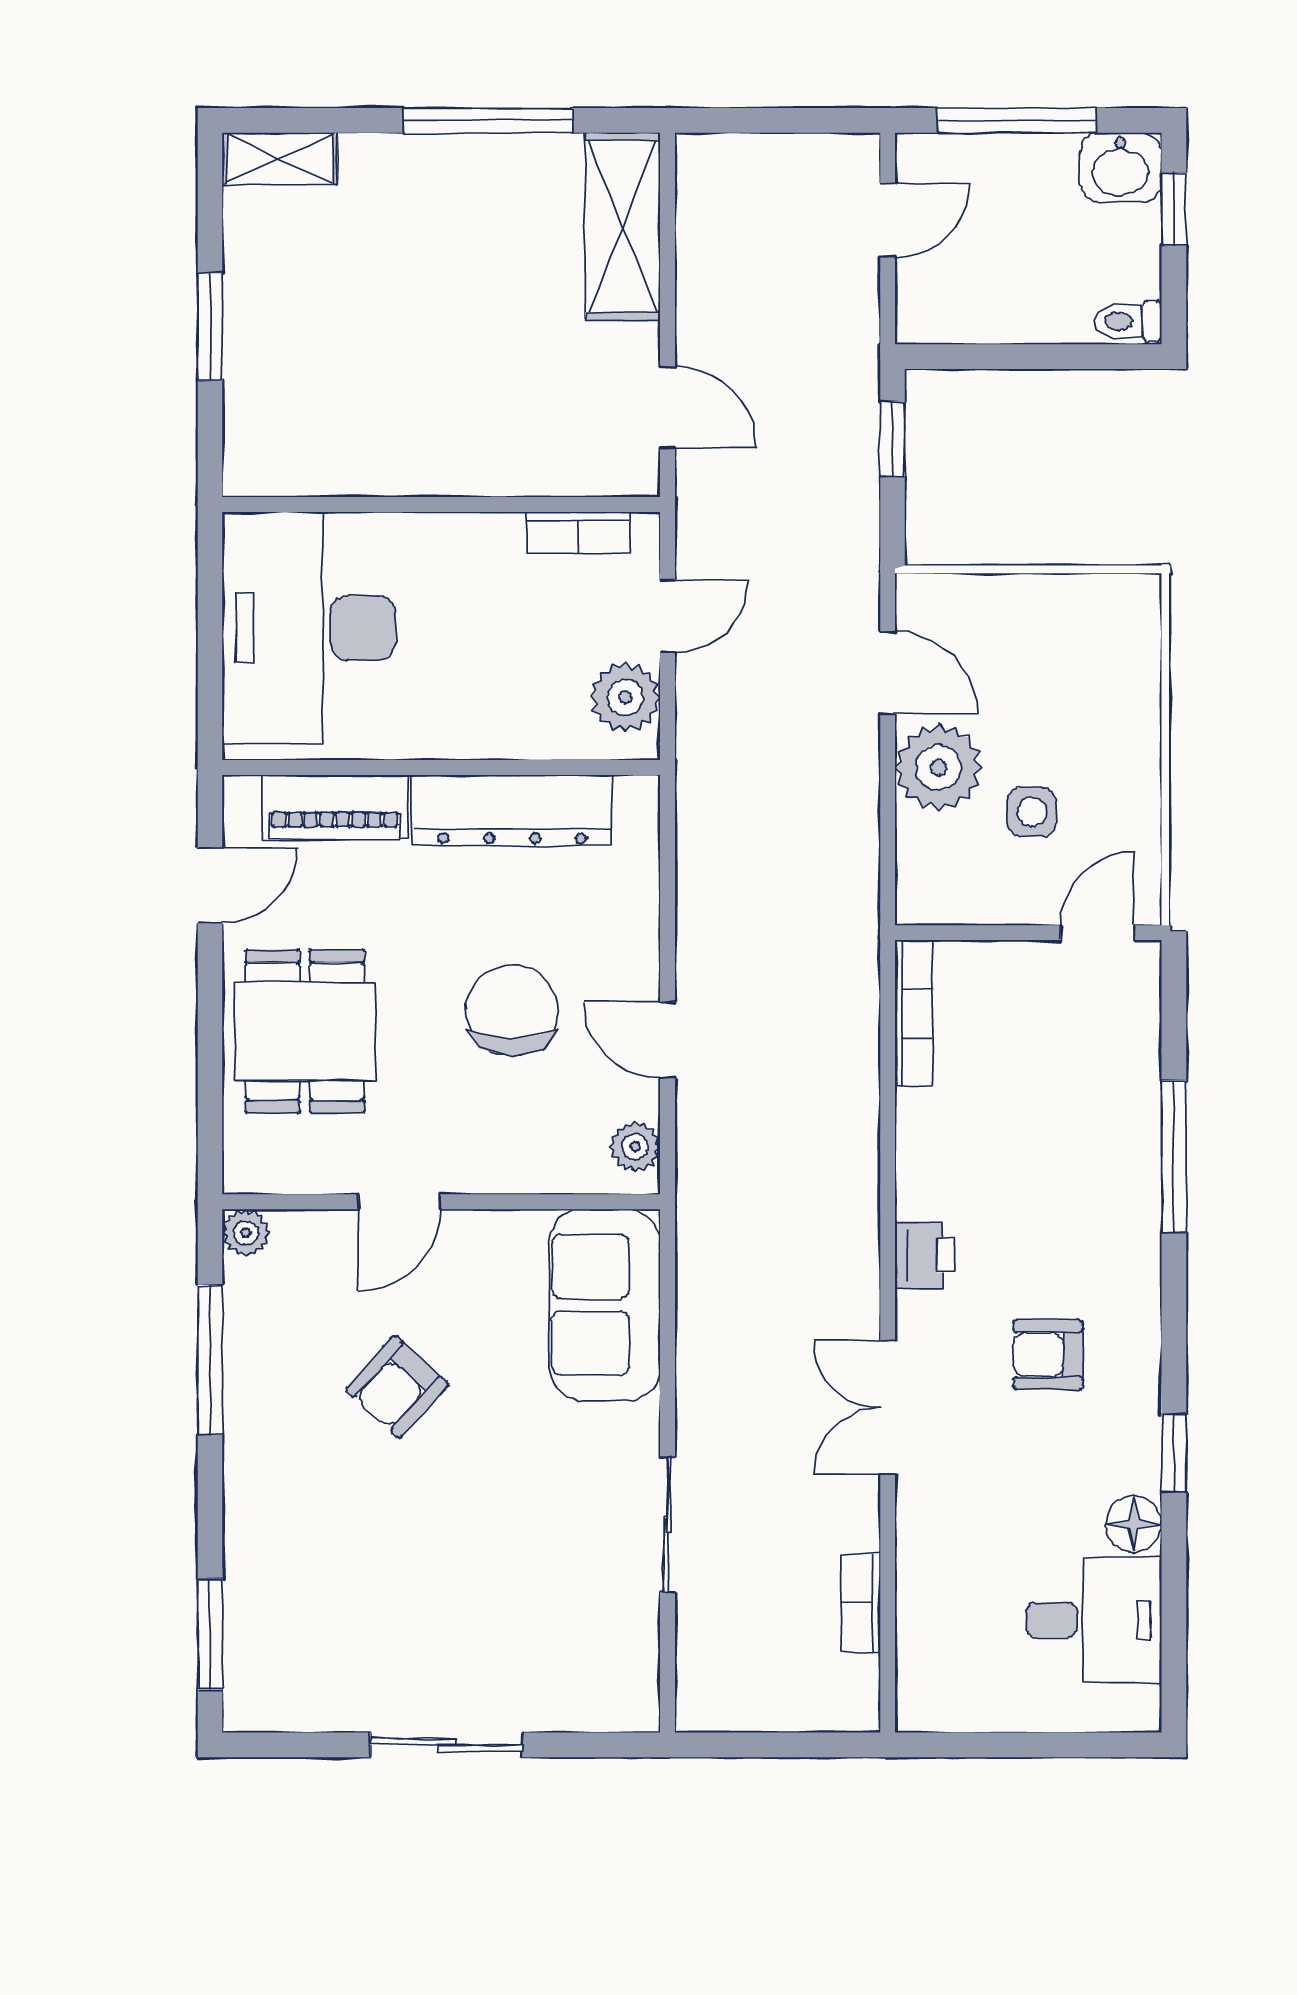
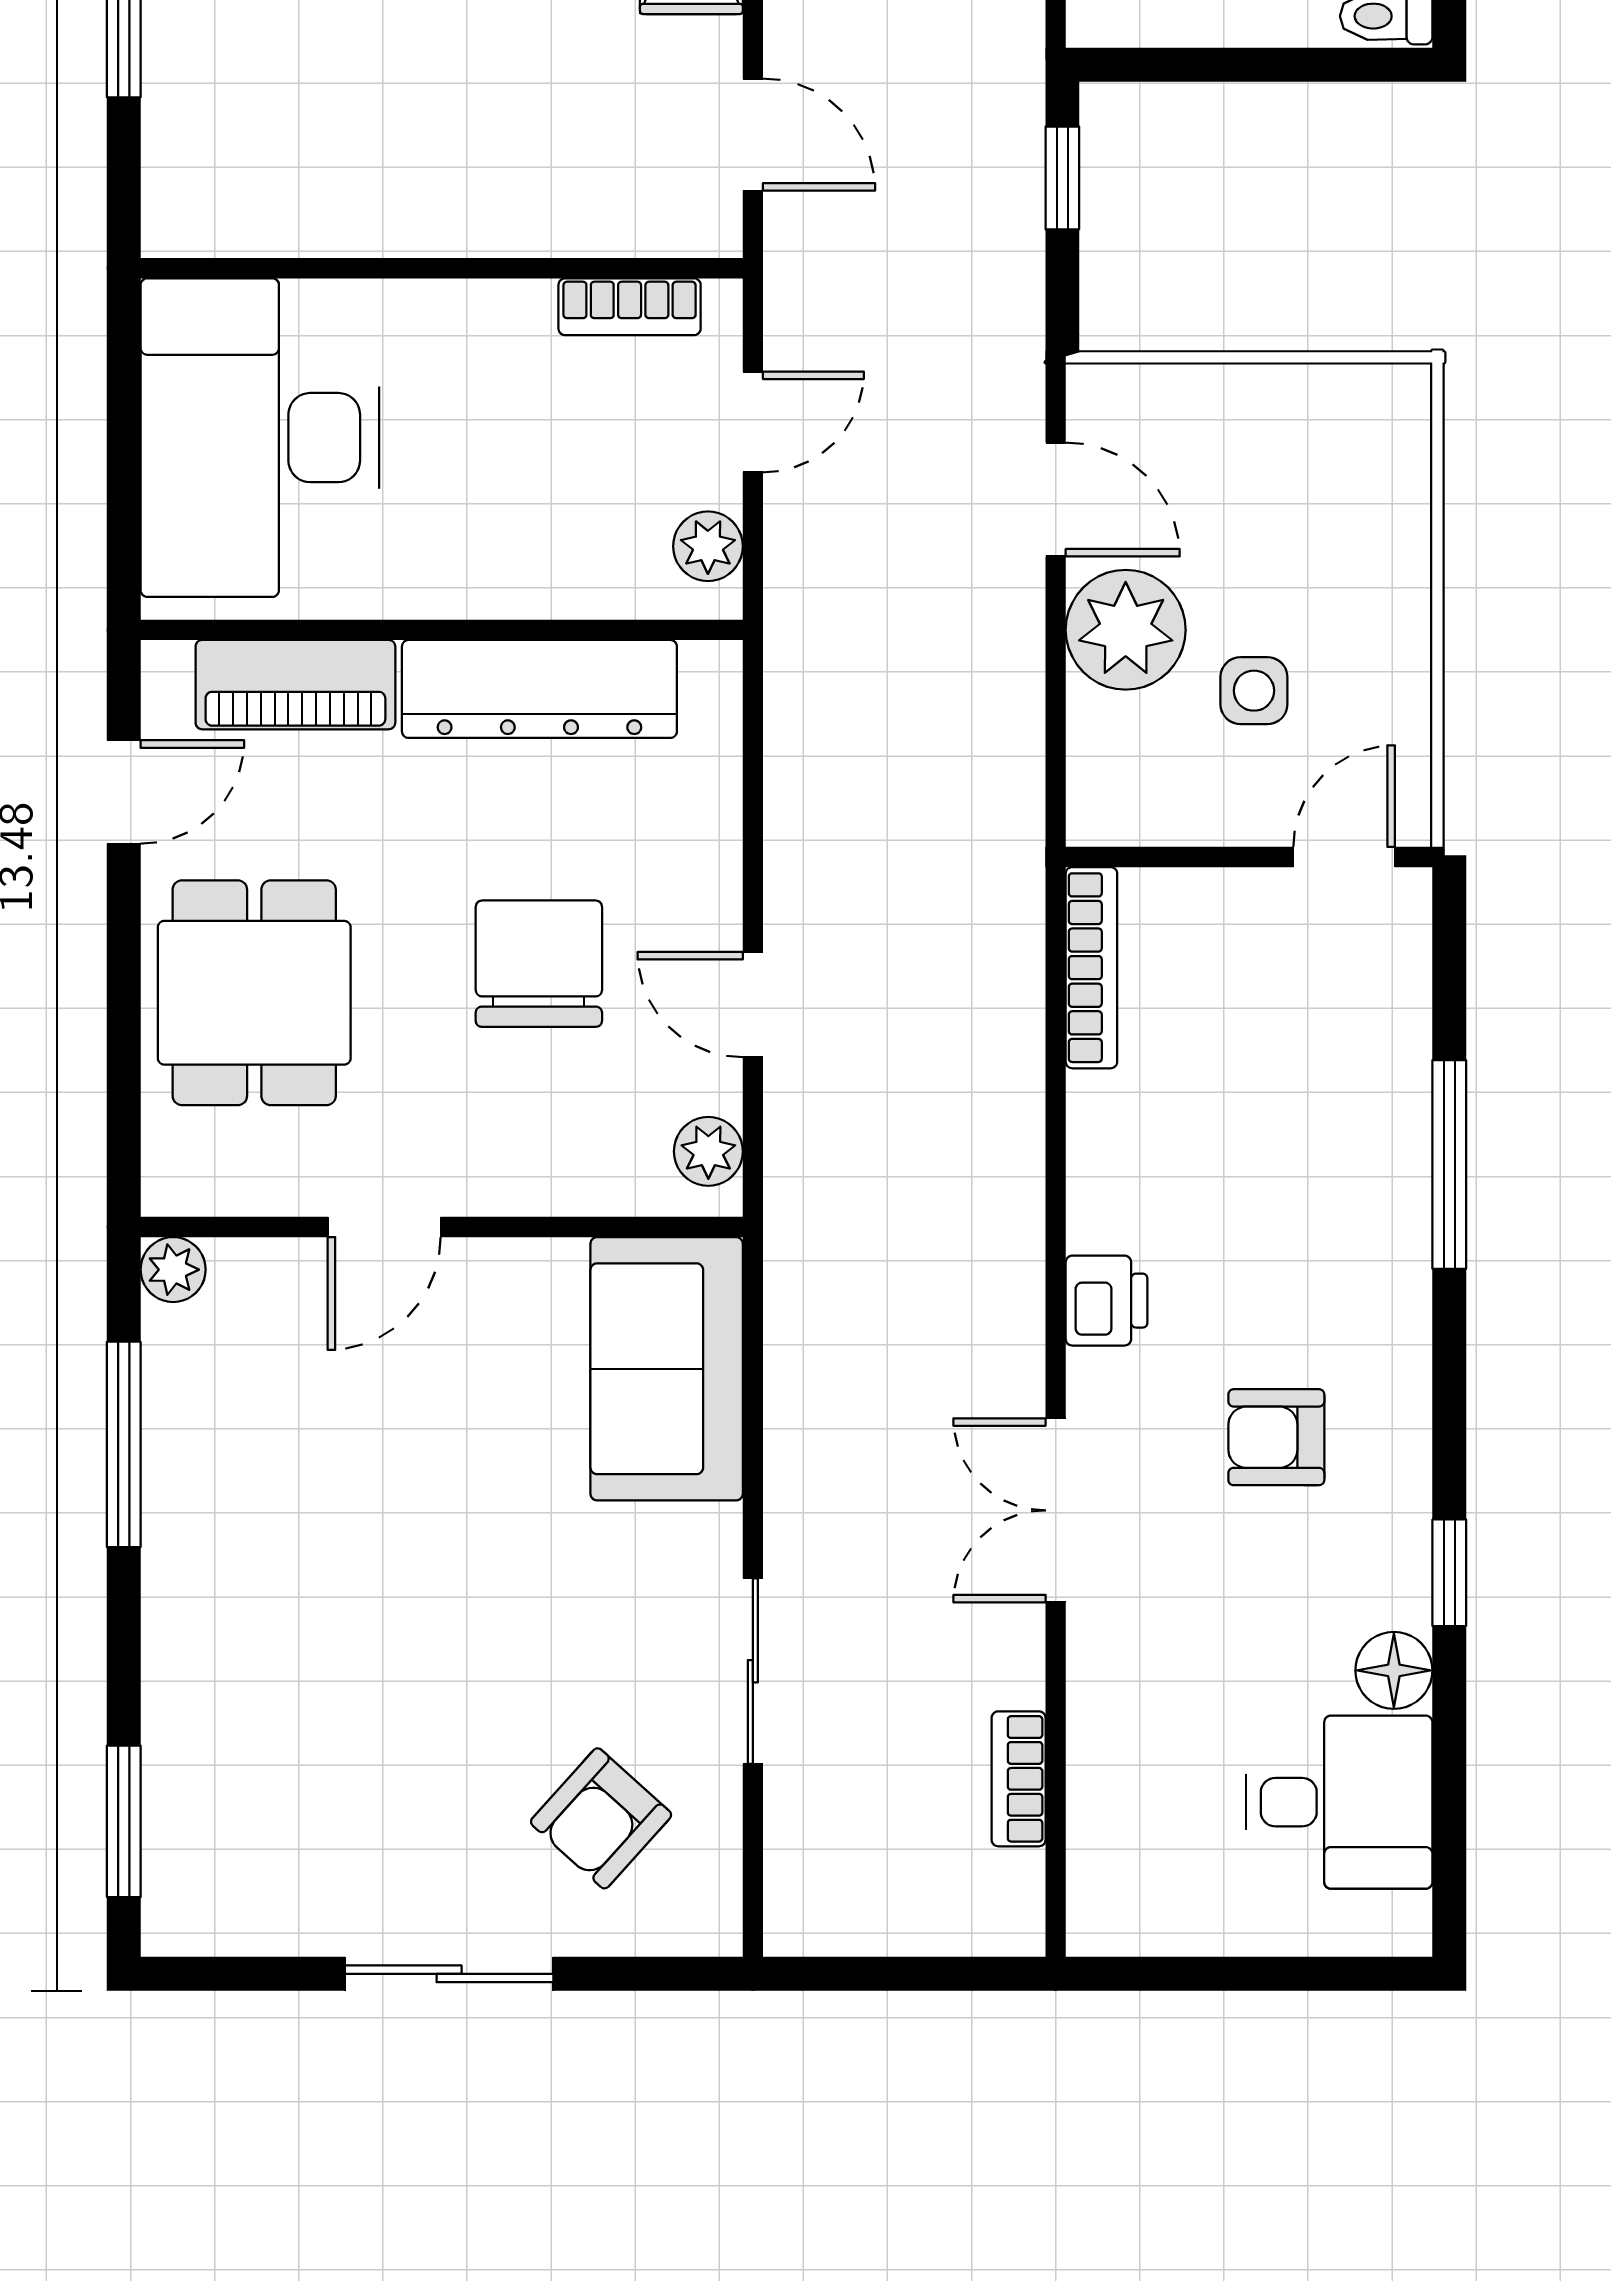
plant: (625, 697) -> (708, 546), width x0.73, depth x0.73
armchair: (397, 1387) -> (601, 1818), moved

